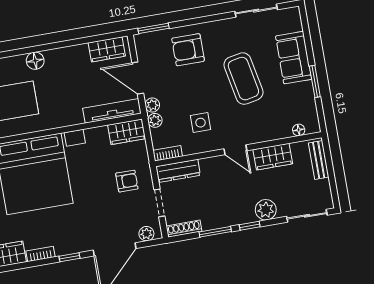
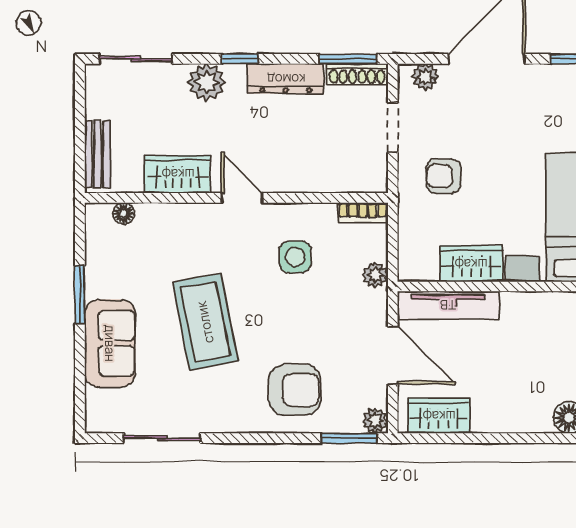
plant: (152, 105) -> (375, 421), moved
wardrobe: (127, 132) -> (471, 264), moved
dresser: (178, 171) -> (286, 79), moved, turned 180
window: (215, 232) -> (348, 59), moved

